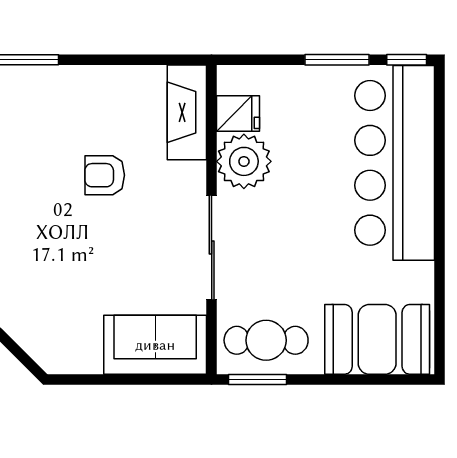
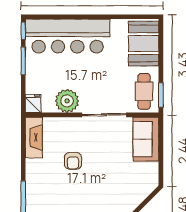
fireplace: (187, 112) -> (34, 138), moved, turned -90
fridge: (238, 113) -> (33, 103), moved

